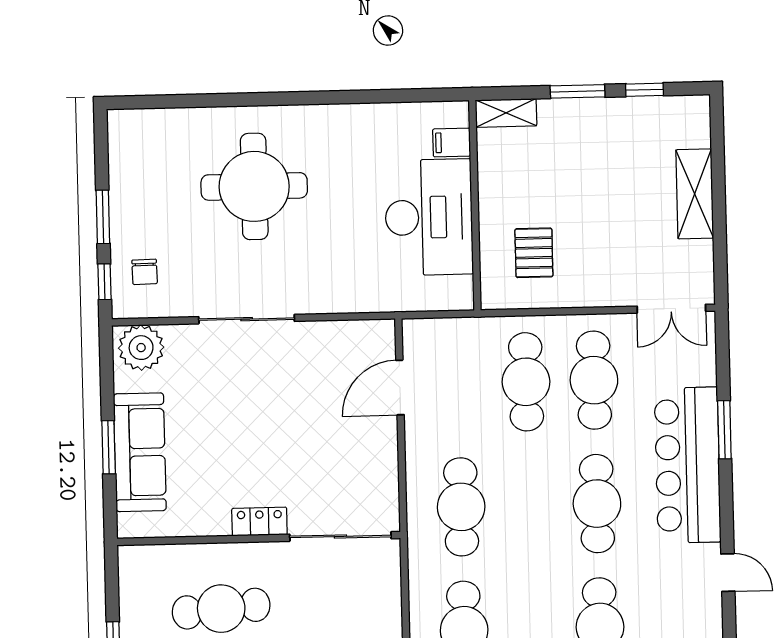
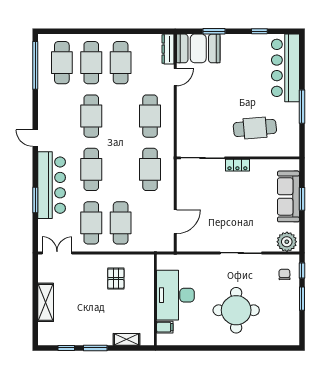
filing cabinet: (452, 143) -> (165, 327), moved
wall: (475, 205) -> (155, 300), moved
desk: (429, 217) -> (175, 295), moved

